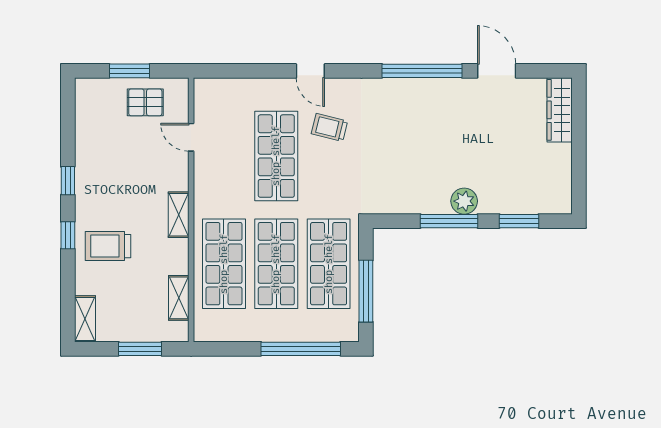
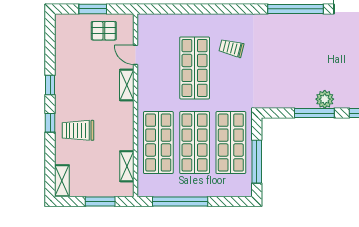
door: (310, 71) -> (218, 9), removed
shelving: (179, 215) -> (127, 85), moved
window: (301, 349) -> (180, 202), moved

